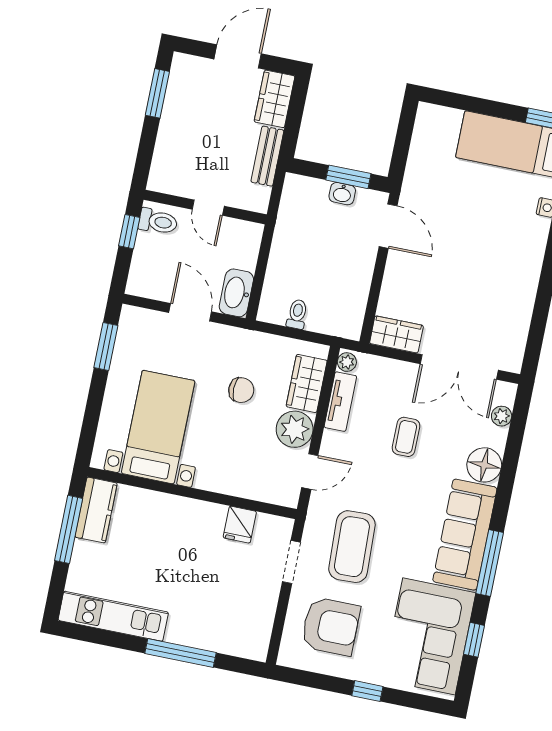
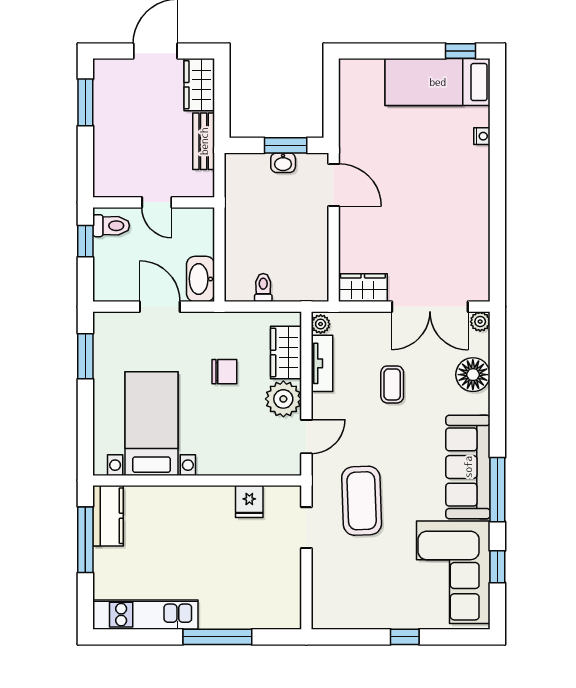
plant: (502, 416) -> (480, 322), moved
floor lamp: (484, 465) -> (473, 375), moved
armchair: (331, 626) -> (357, 582), removed

